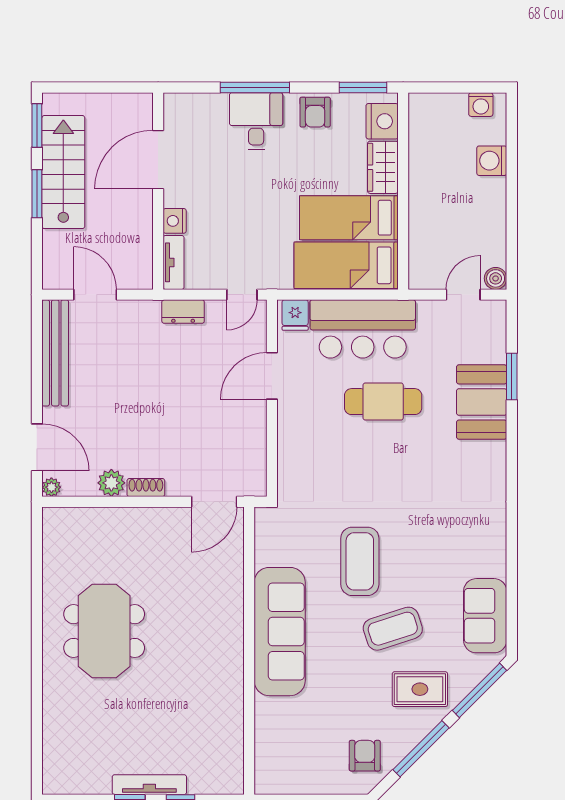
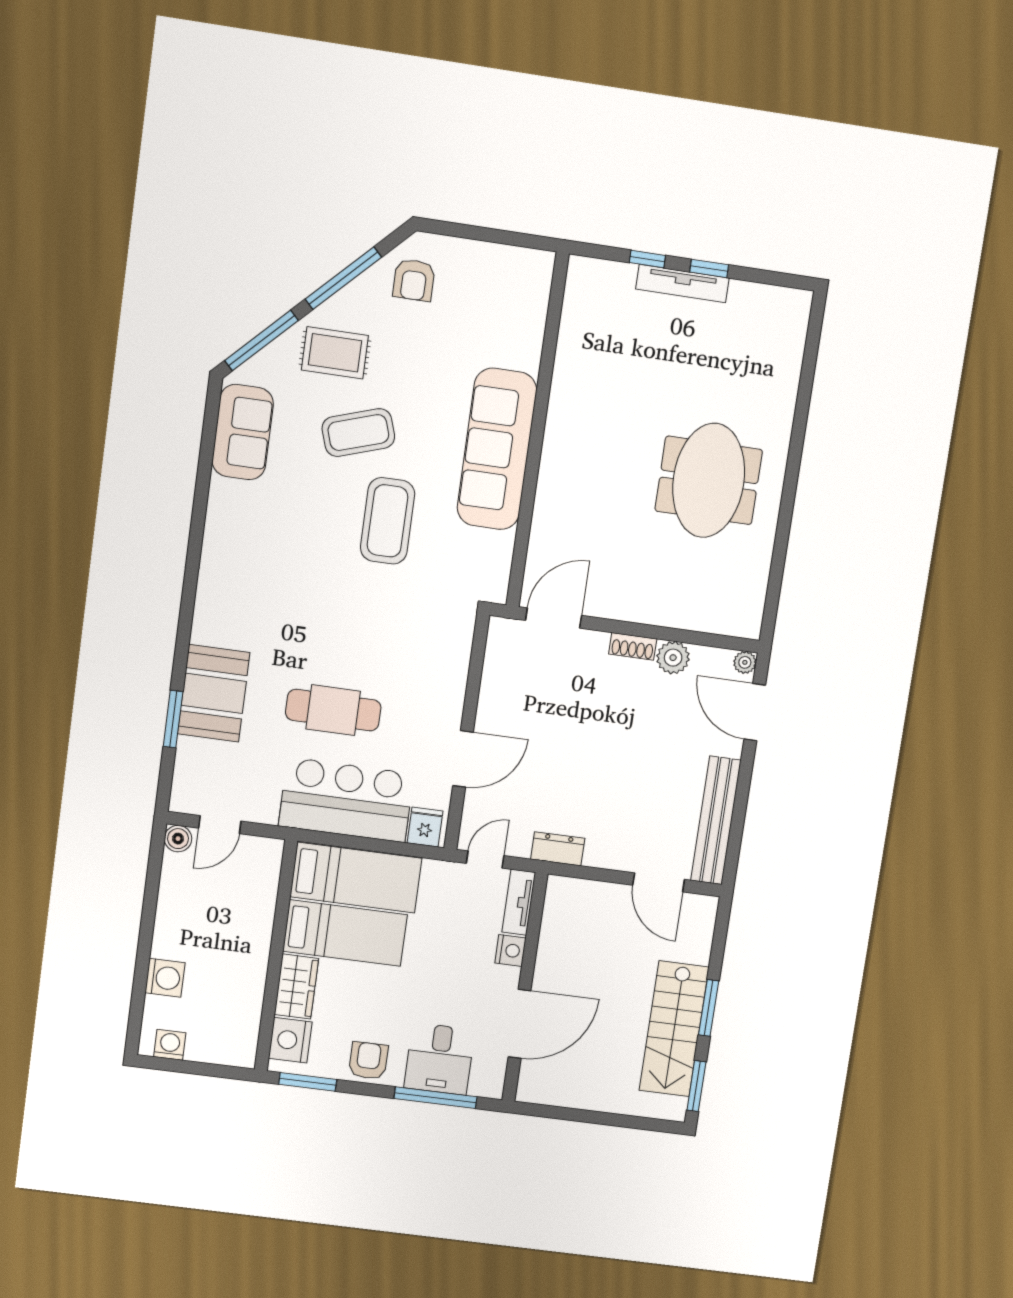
door: (158, 160) -> (520, 1024), moved
wall: (158, 191) -> (525, 988), moved
nightstand: (175, 221) -> (510, 950), moved
tv unit: (174, 262) -> (519, 902), moved

